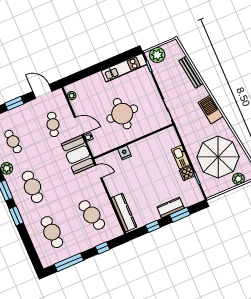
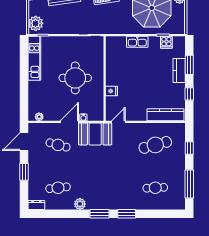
cooker: (187, 173) -> (166, 42), moved
cafe table: (32, 187) -> (107, 188), removed
cafe table: (52, 232) -> (155, 188), width x0.73, depth x0.74

